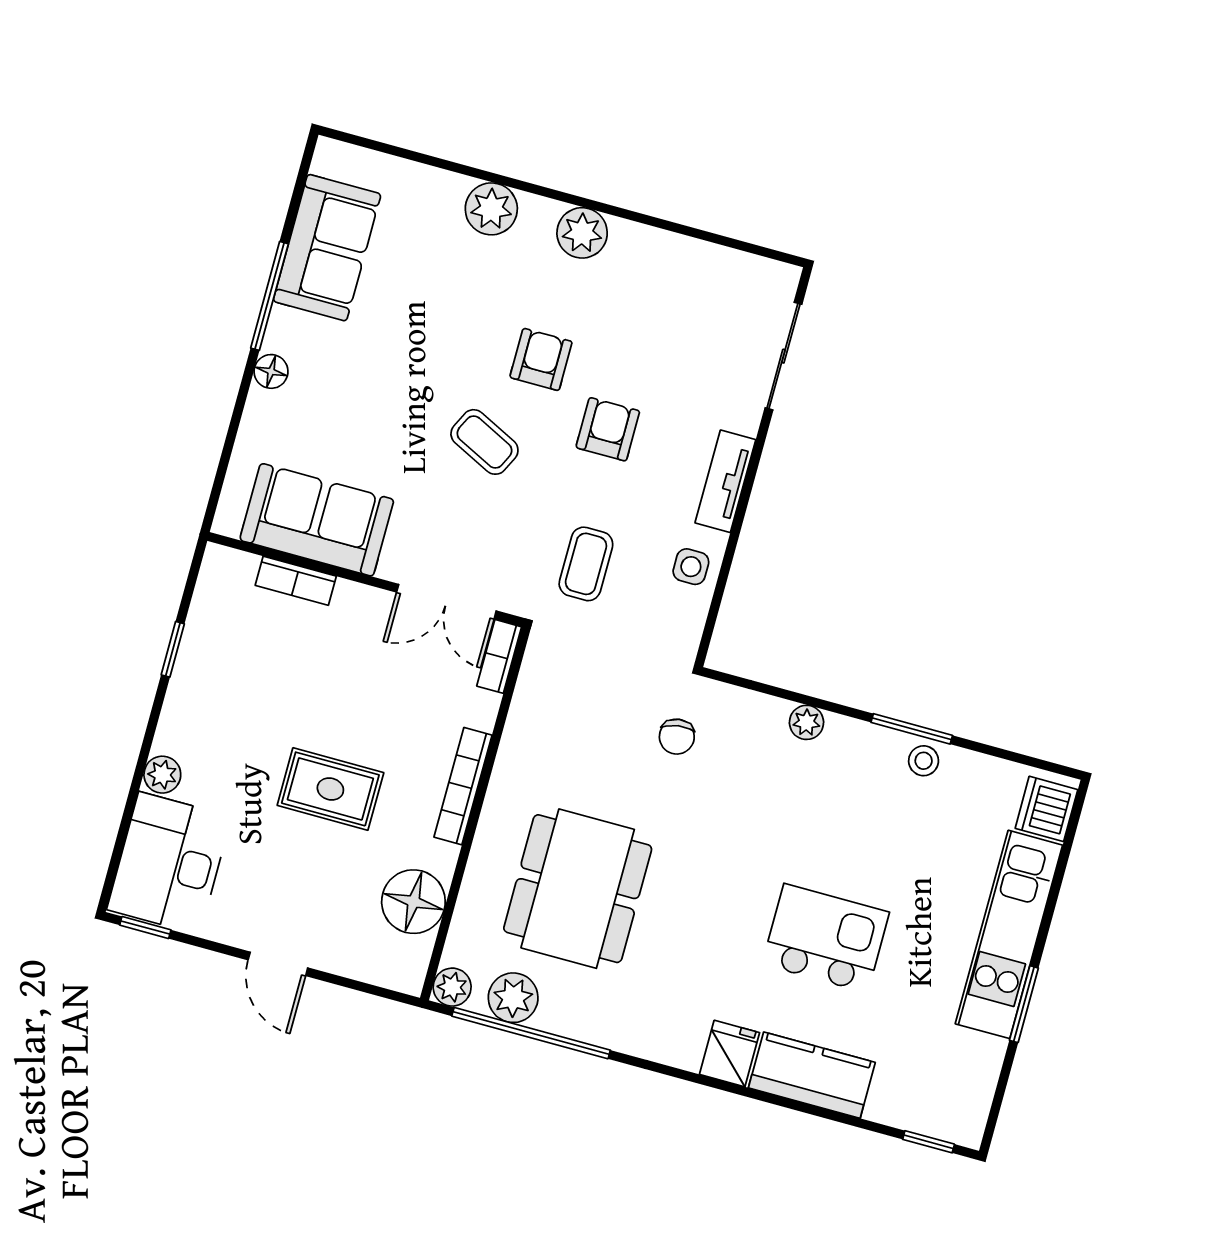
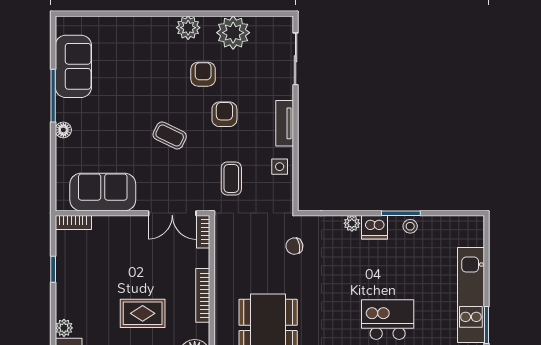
plant: (491, 209) -> (233, 33), moved, width x1.36, depth x1.36
armchair: (541, 359) -> (203, 74), moved
bookcase: (296, 581) -> (73, 223), moved
chair: (677, 737) -> (294, 246), turned 88
dishwasher: (1046, 809) -> (374, 227), moved, turned -90

